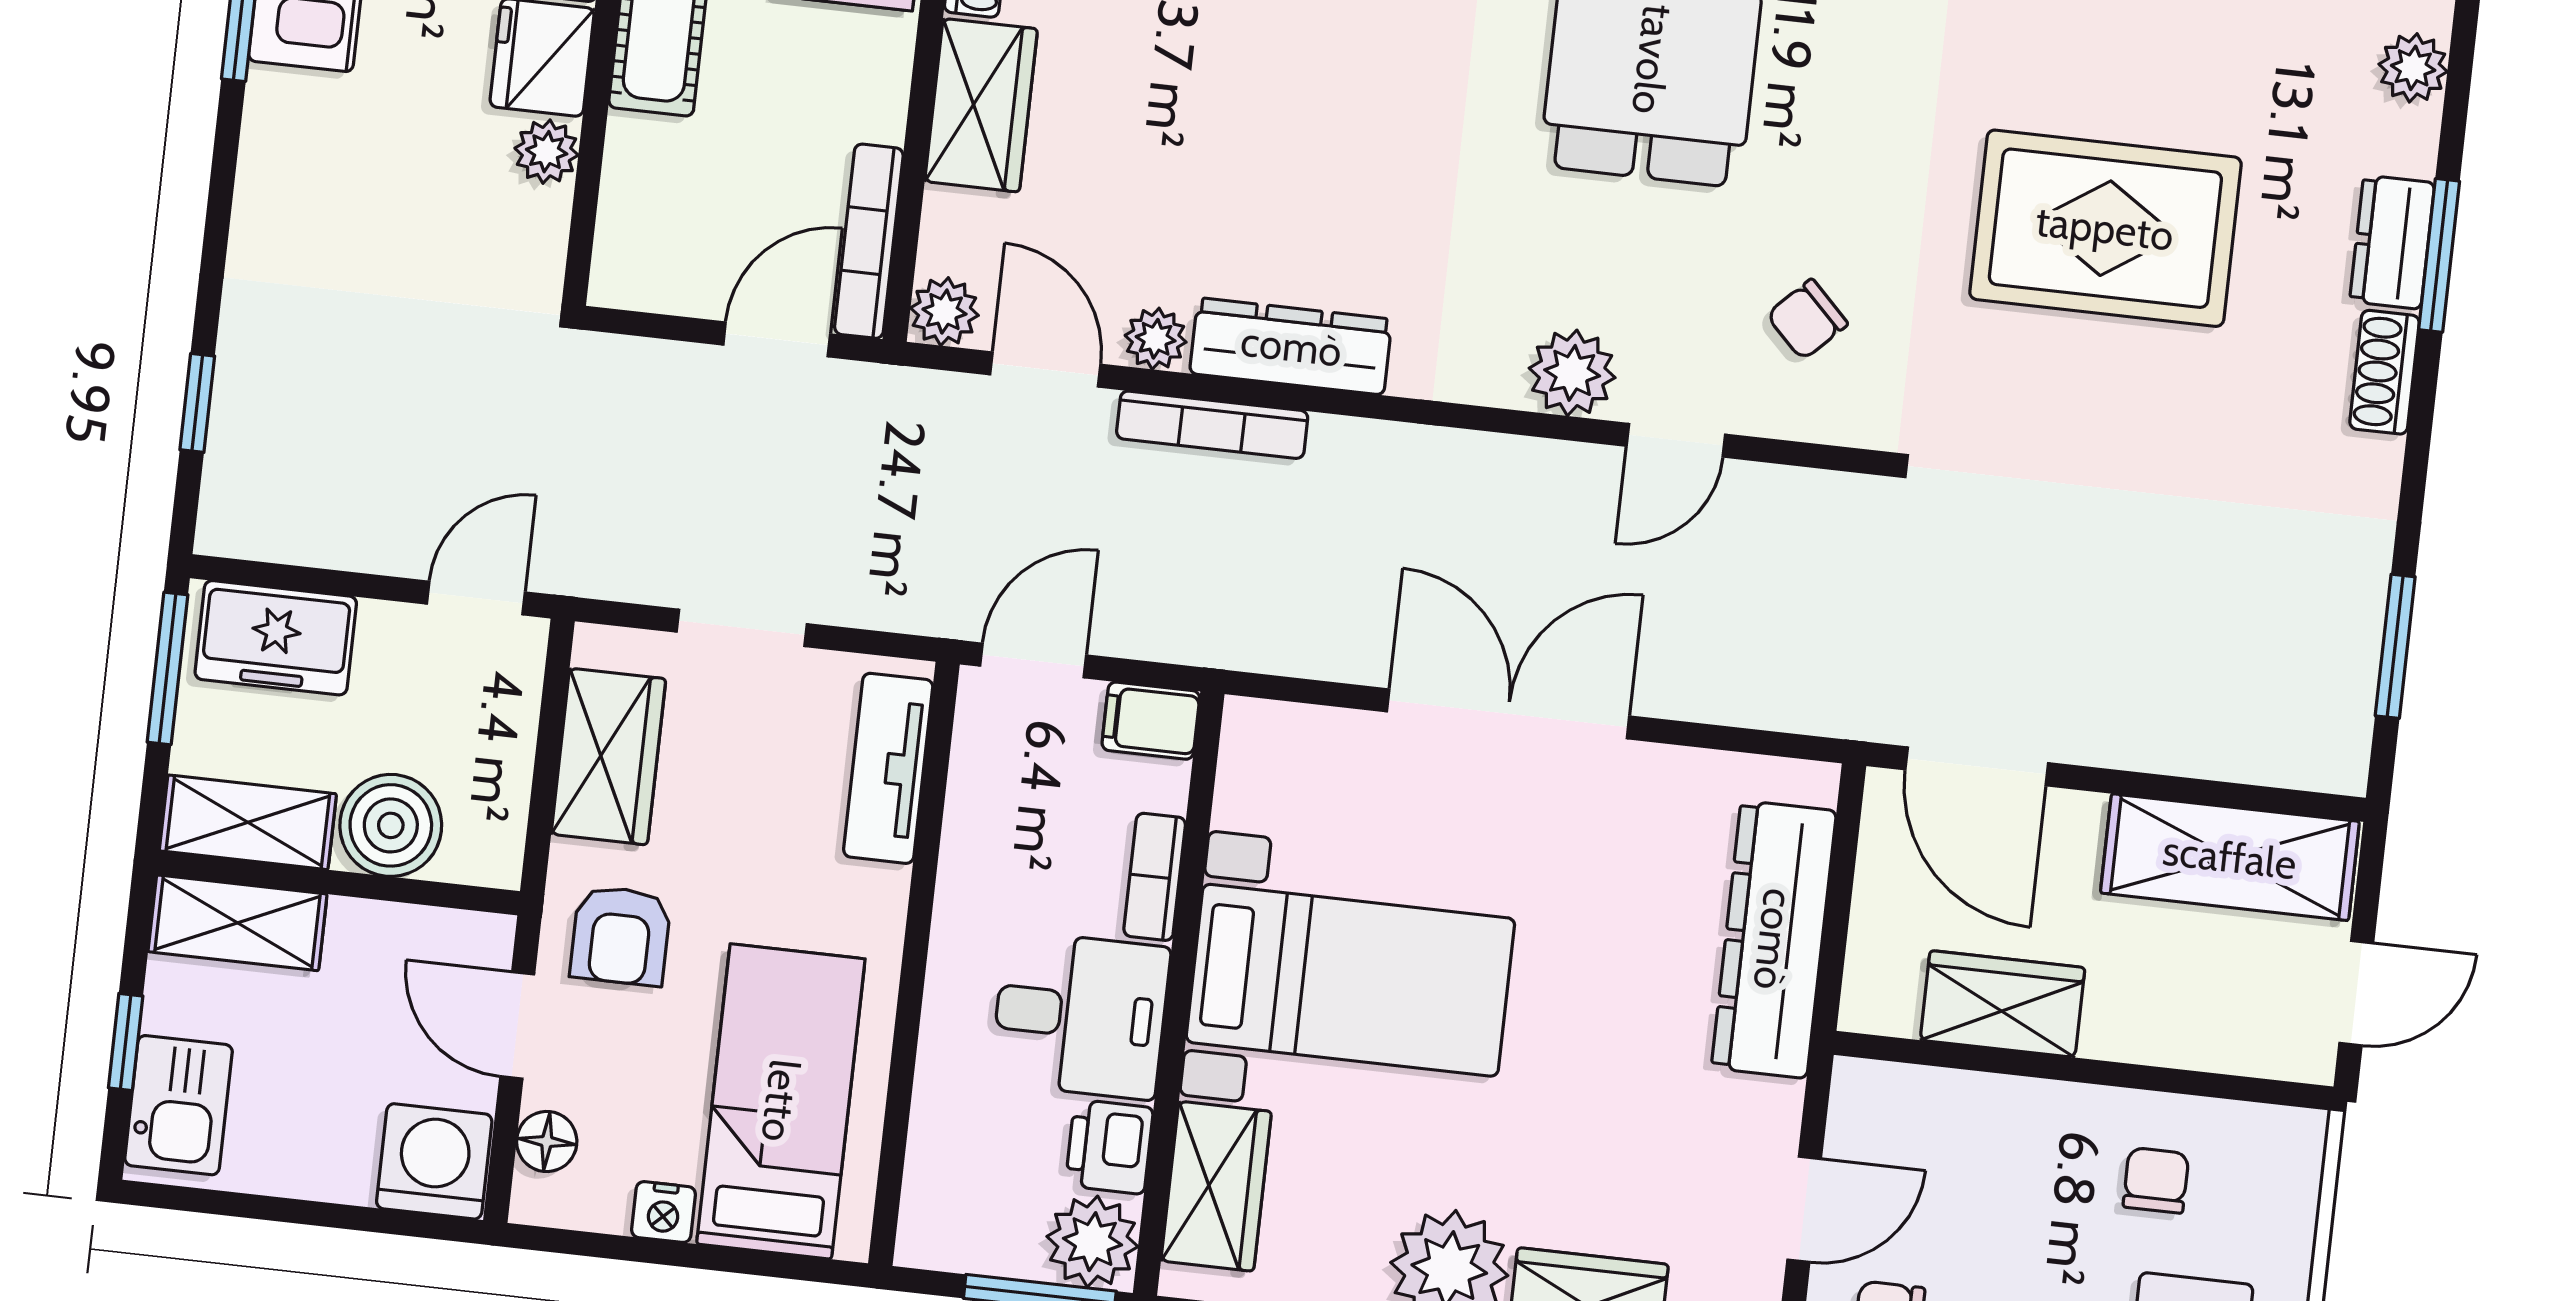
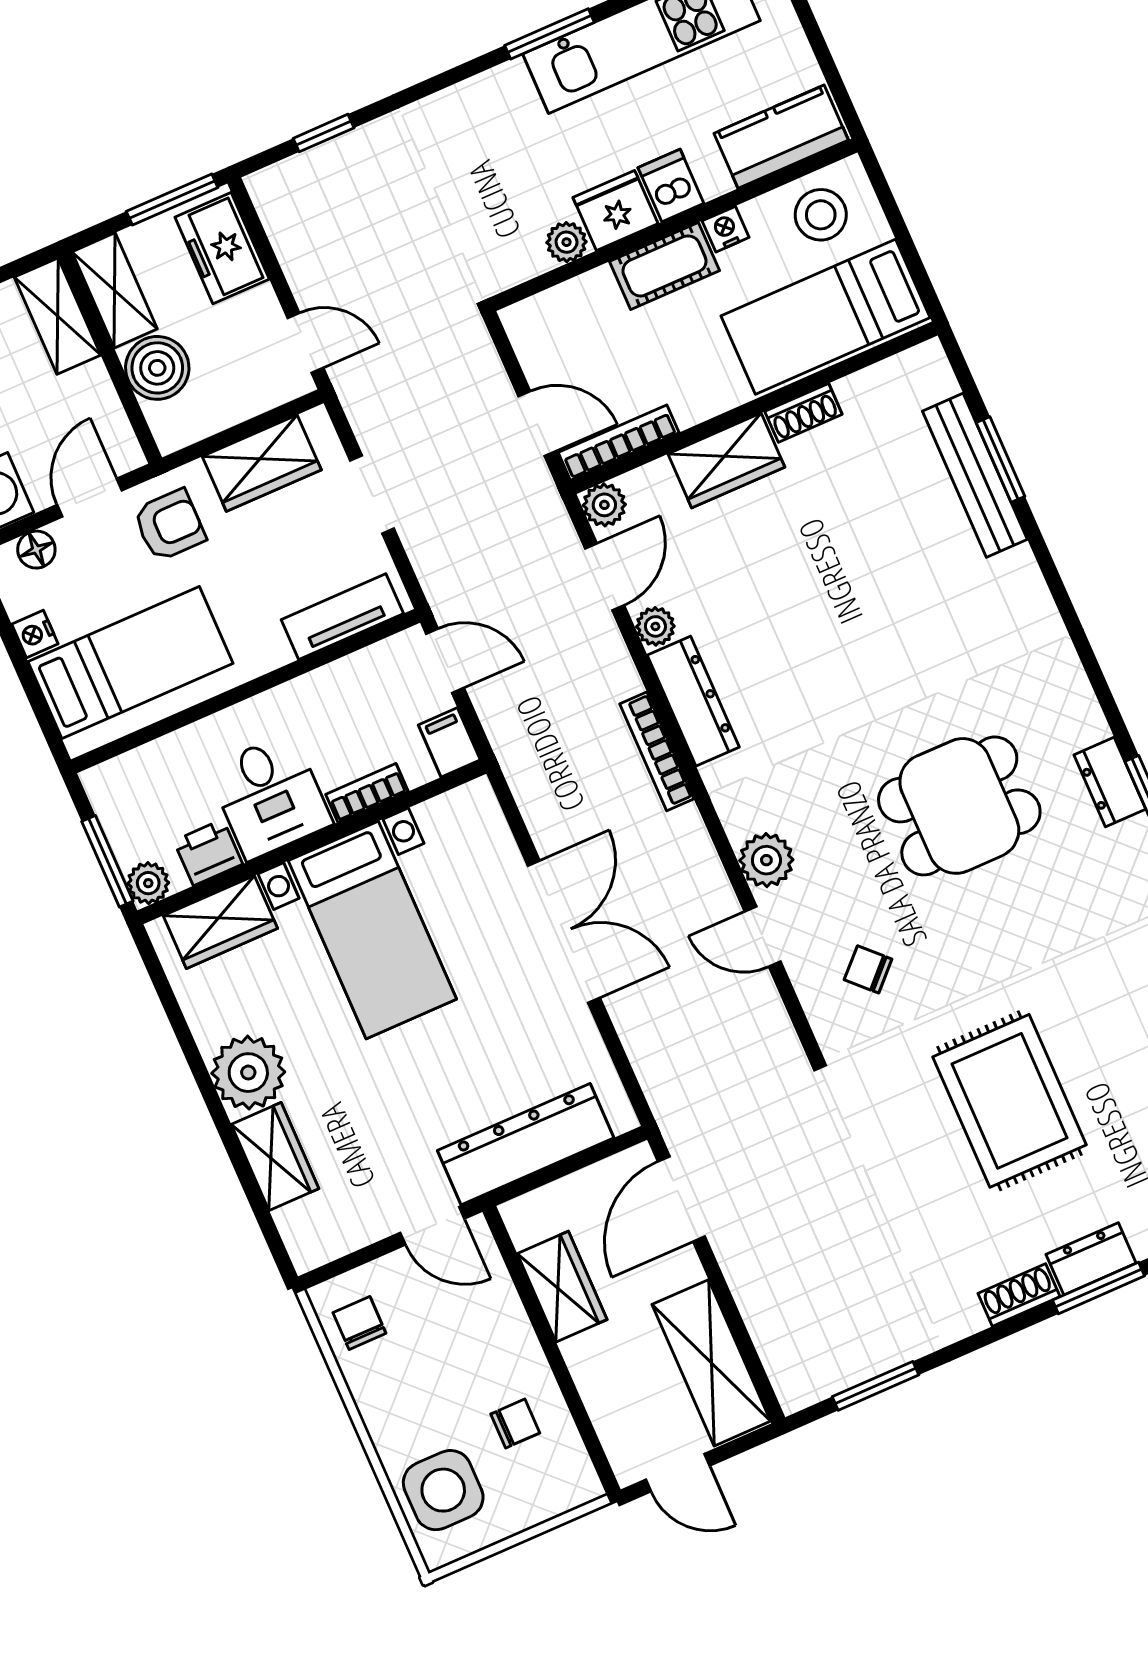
bookcase: (1212, 425) -> (657, 751), moved
armchair: (620, 936) -> (170, 525), turned 180
door: (1804, 1209) -> (432, 1226), moved
plant: (1092, 1242) -> (148, 883), width x0.73, depth x0.73

